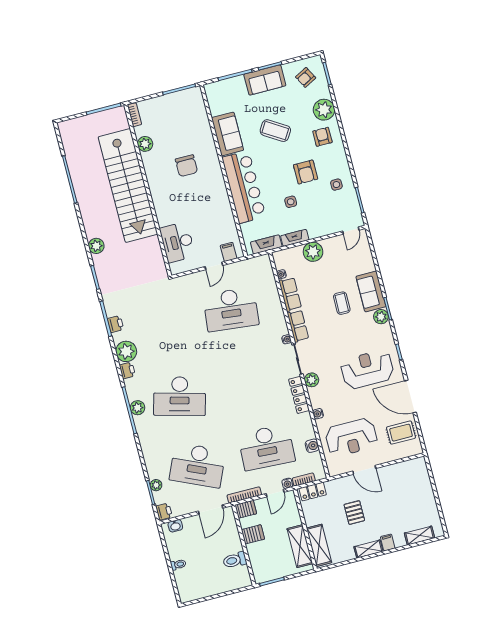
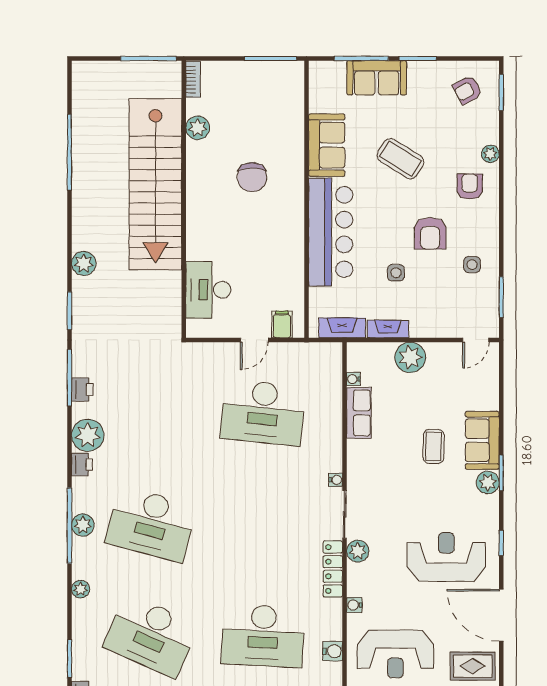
sofa: (265, 80) -> (377, 78), moved
plant: (324, 110) -> (490, 154), width x0.53, depth x0.53
row of seats: (298, 326) -> (358, 464), removed
plant: (156, 485) -> (81, 589), moved

